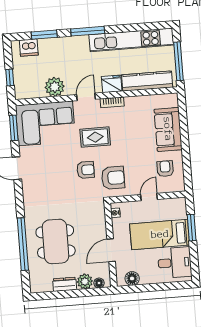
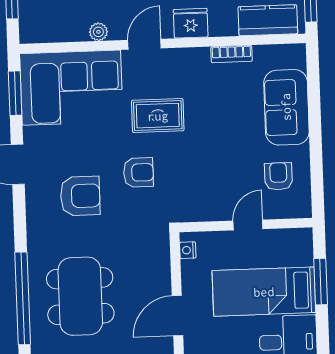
kitchen counter: (147, 81) -> (268, 20), width x0.67
plant: (55, 87) -> (98, 32), width x0.53, depth x0.53
bookcase: (112, 102) -> (232, 54), moved
armchair: (113, 178) -> (80, 196), moved

